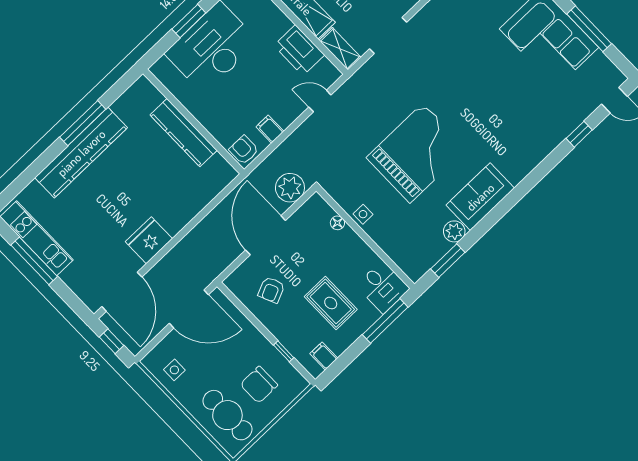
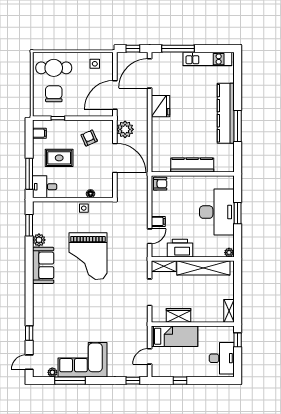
plant: (600, 60) -> (52, 372), added
filing cabinet: (270, 129) -> (158, 221), moved
plant: (290, 188) -> (125, 129), moved
window: (34, 261) -> (178, 49), moved
door: (122, 292) -> (150, 73), hinge flipped

